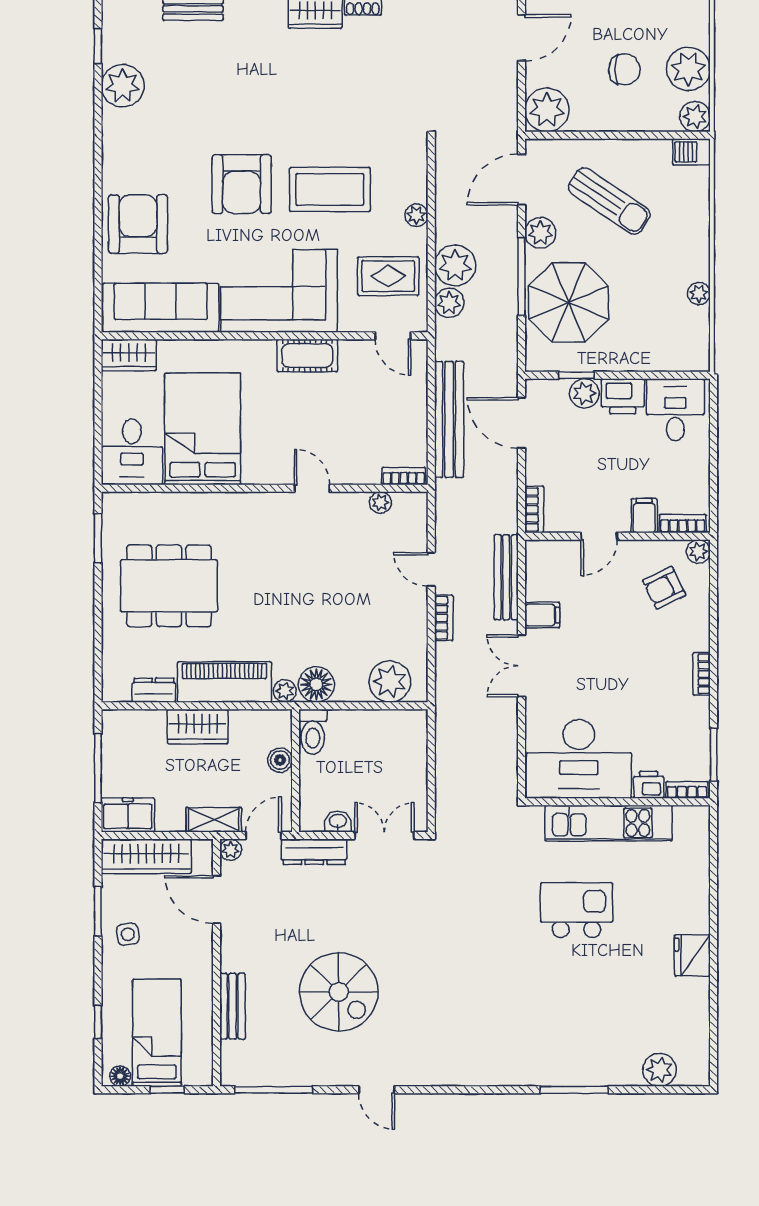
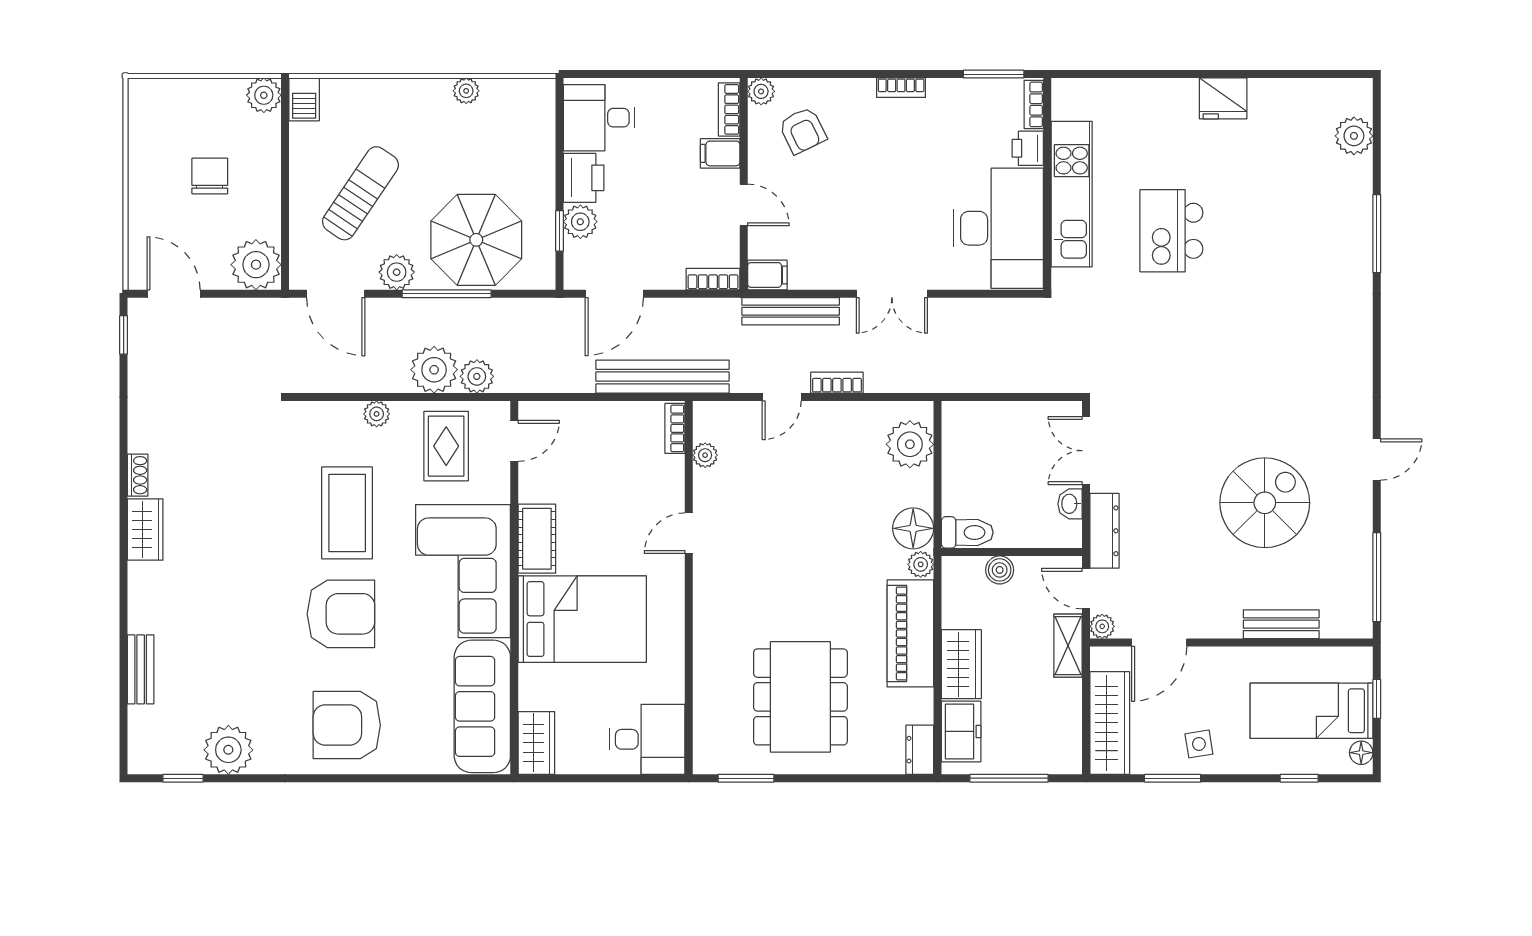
plant: (688, 69) -> (209, 103), removed
armchair: (138, 224) -> (347, 725), moved
bench: (449, 419) -> (662, 377), moved
bed: (203, 429) -> (582, 619), moved, turned 180
filing cabinet: (542, 615) -> (767, 275), moved, turned 90
dresser: (154, 690) -> (920, 750), moved
freezer: (128, 815) -> (961, 731), moved, turned 180

